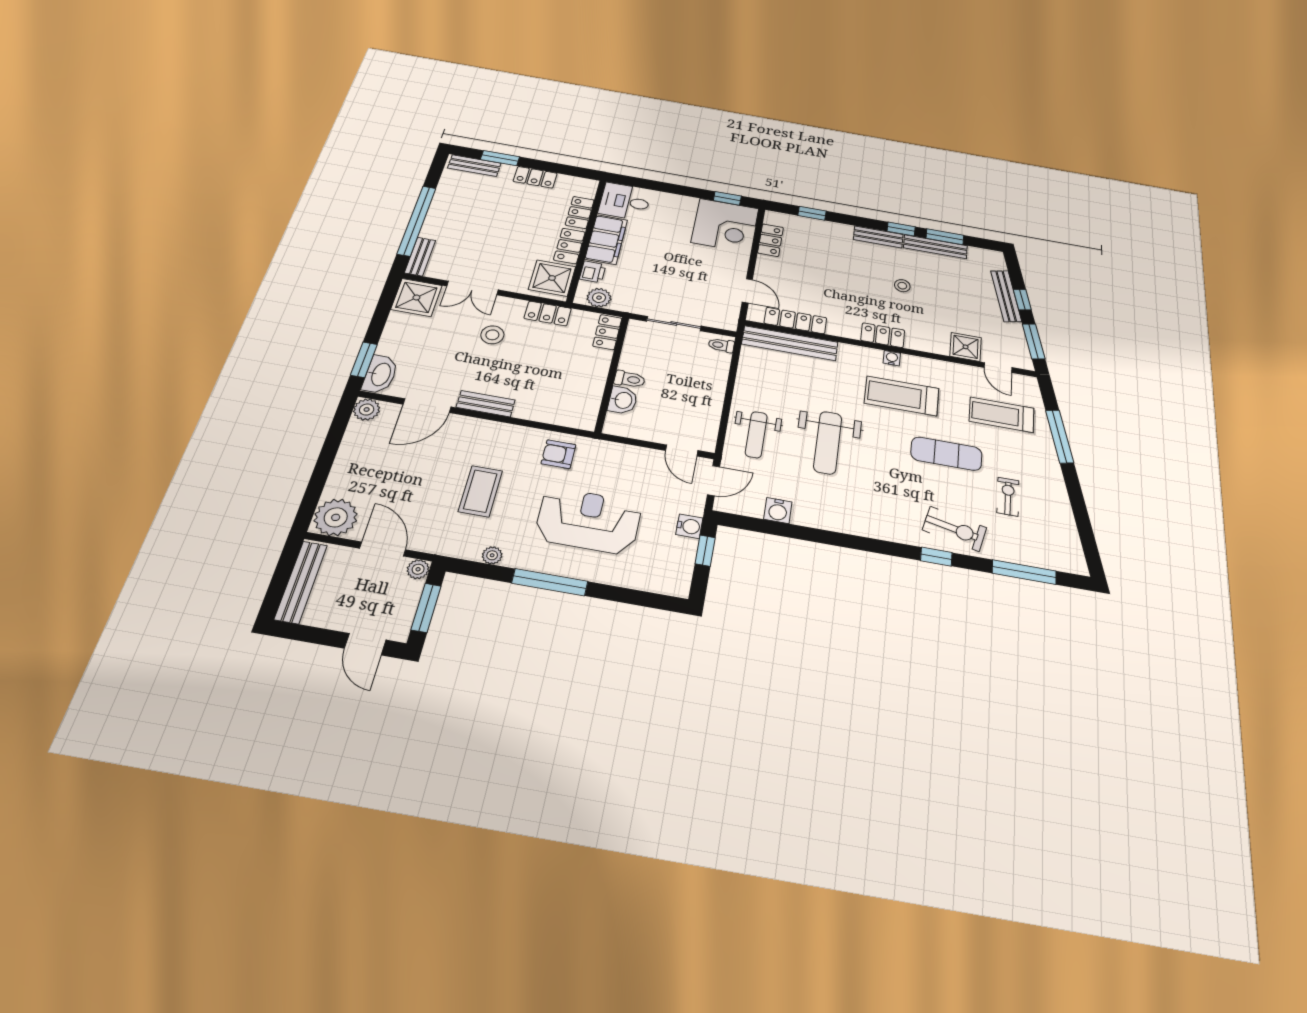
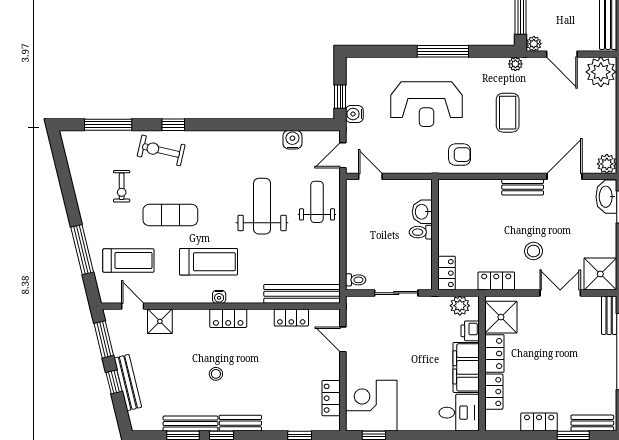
locker: (795, 321) -> (291, 318), width x0.66
plant: (492, 555) -> (515, 64), moved

